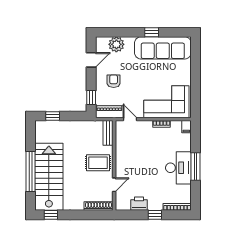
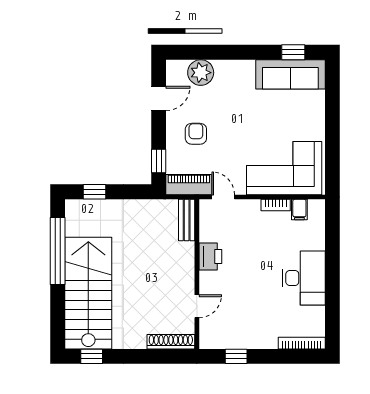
window: (152, 32) -> (293, 52), moved
sofa: (163, 48) -> (290, 74), width x0.74, depth x0.79
filing cabinet: (186, 127) -> (299, 209), moved
rug: (98, 163) -> (170, 270), removed
window: (195, 167) -> (332, 276), removed
window: (30, 171) -> (58, 251), moved
printer: (139, 204) -> (210, 257), moved, turned 90
window: (155, 215) -> (236, 356), moved

